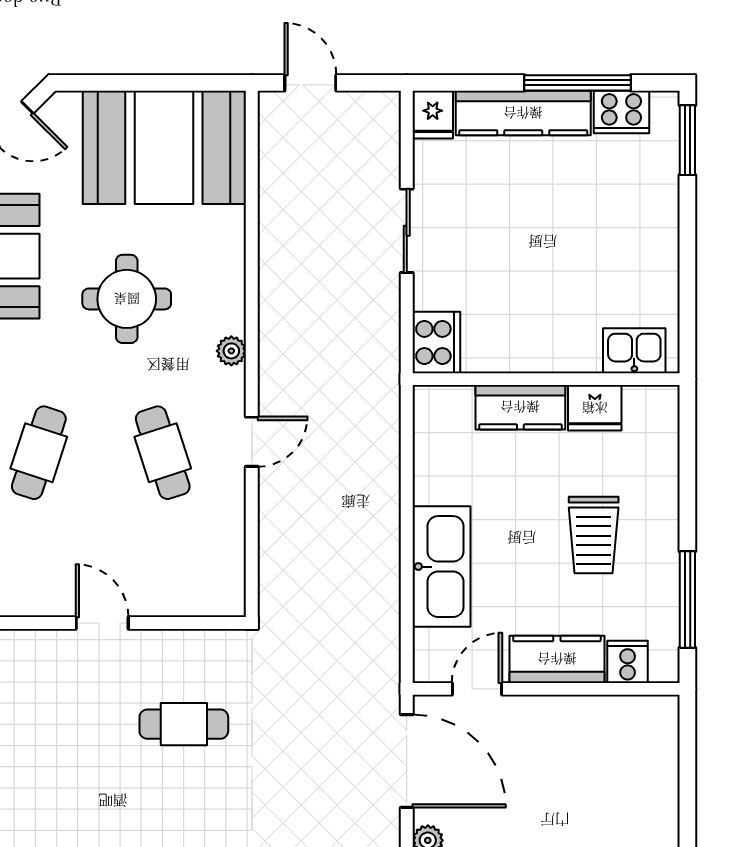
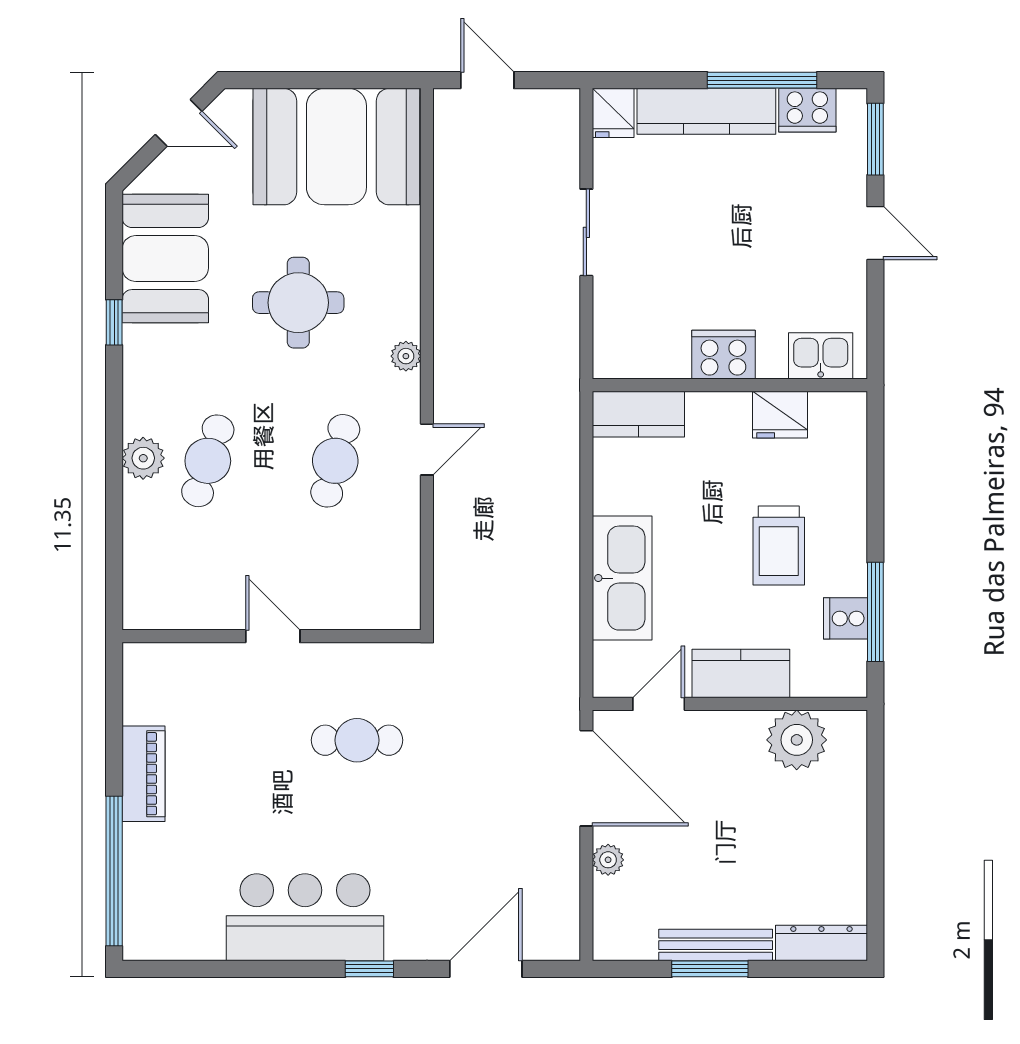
door: (687, 231) -> (875, 233), added
cooker: (436, 342) -> (723, 355), moved, turned -90
kitchen counter: (520, 407) -> (638, 414), moved
cafe table: (163, 453) -> (335, 461), turned 33
cooker: (628, 662) -> (845, 618), moved, turned -90
plant: (611, 724) -> (797, 740), added

